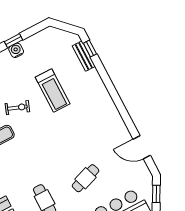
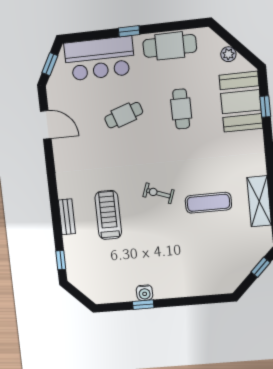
bench: (84, 56) -> (67, 217), moved
treadmill: (53, 91) -> (108, 215), moved
exercise bike: (17, 108) -> (158, 193), moved

